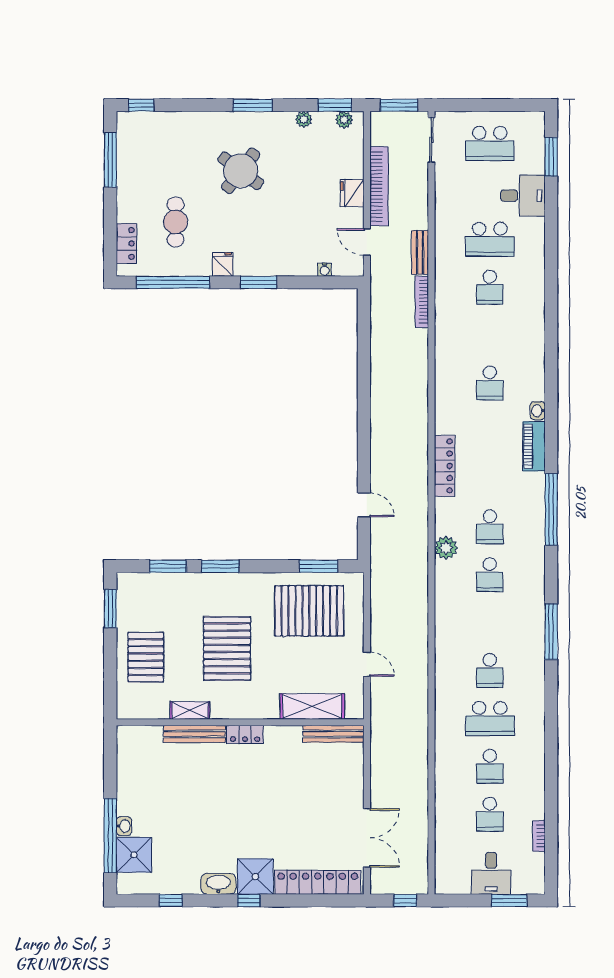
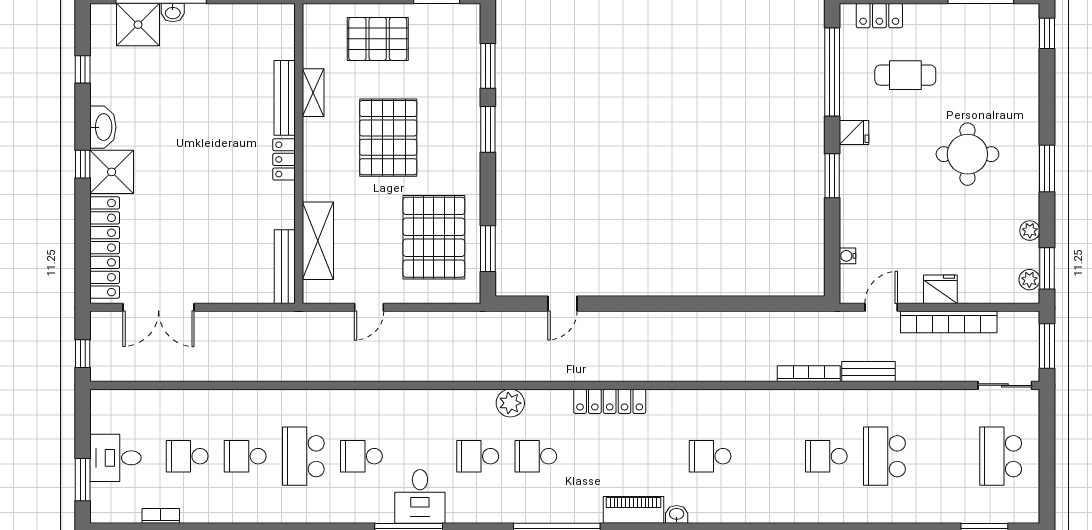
round table: (241, 171) -> (967, 154), turned -37
desk: (523, 196) -> (420, 496), moved
pallet: (227, 648) -> (388, 138), turned 90

